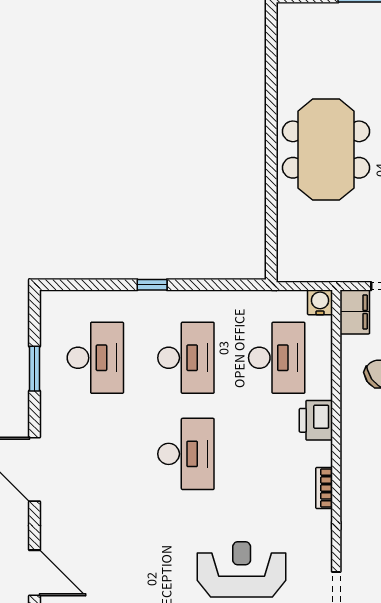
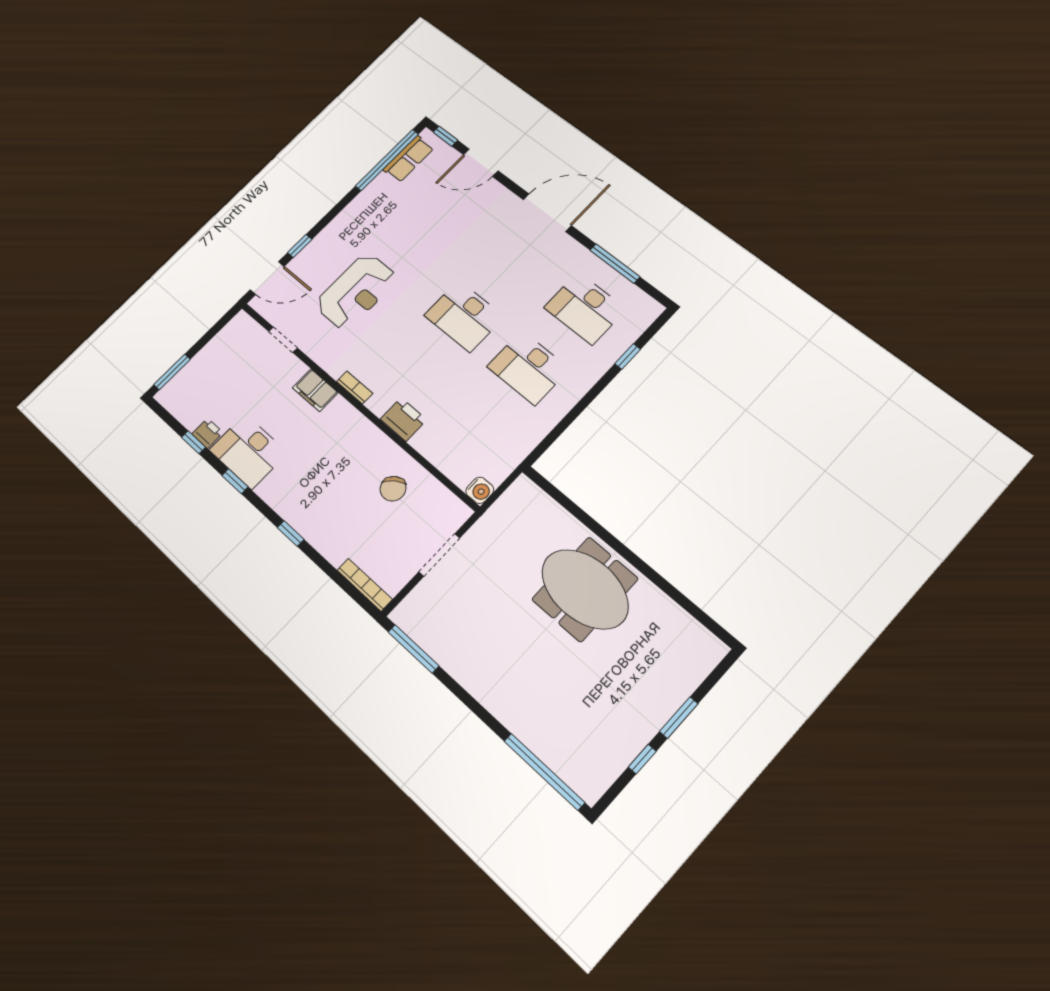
window: (152, 285) -> (628, 356), moved
filing cabinet: (355, 312) -> (315, 390), moved
desk: (277, 358) -> (470, 428), removed
window: (34, 369) -> (615, 263), width x1.44

